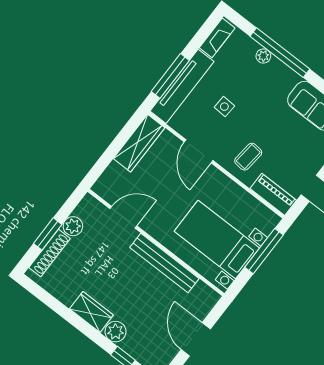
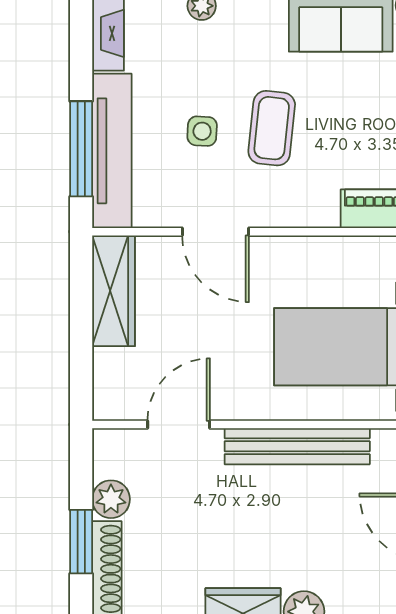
coffee table: (248, 157) -> (272, 128), moved, width x1.36, depth x1.30

